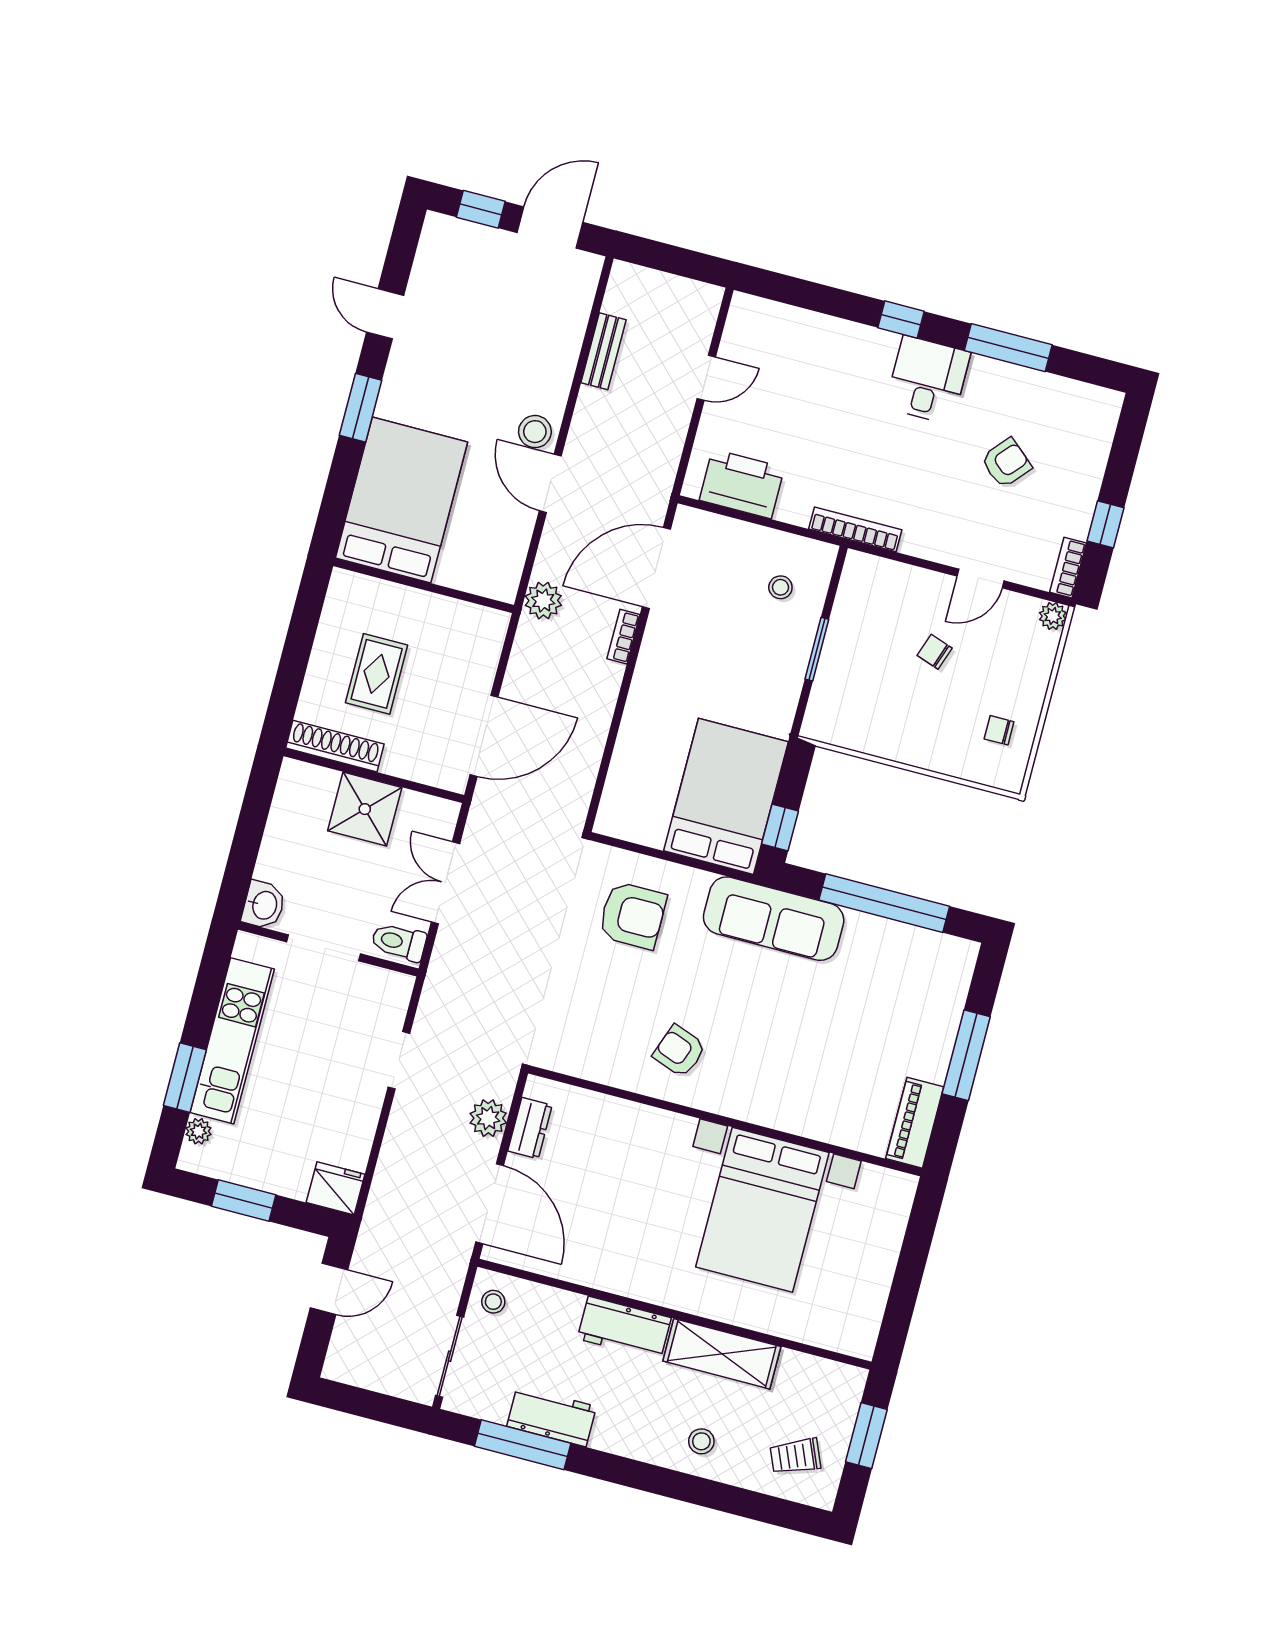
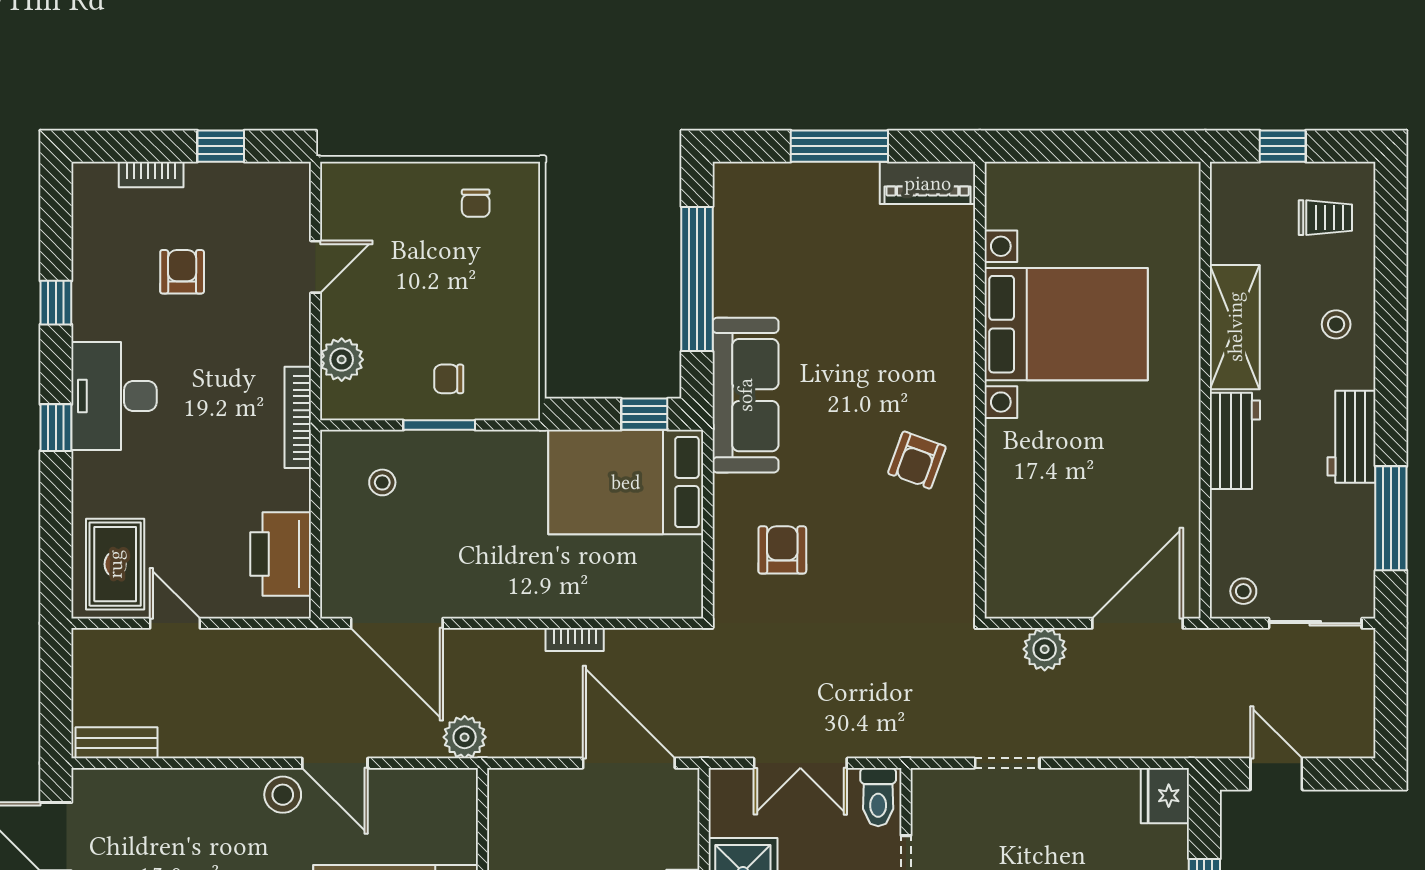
rug: (771, 340) -> (115, 564), added
window: (1008, 348) -> (56, 303), width x0.46
bench: (604, 351) -> (116, 743), moved
desk: (928, 380) -> (114, 396), width x1.37
armchair: (1006, 463) -> (182, 272), turned 49
door: (550, 483) -> (335, 763), hinge flipped
bookcase: (1068, 568) -> (151, 175), moved
door: (981, 578) -> (315, 267), hinge flipped
plant: (1053, 616) -> (342, 360), moved, width x1.38, depth x1.38
bookcase: (623, 637) -> (575, 640), moved
chair: (935, 652) -> (449, 379), moved, turned 71
armchair: (633, 915) -> (782, 550), width x0.72, depth x0.72
dresser: (530, 1128) -> (1044, 601), removed
workbench: (552, 1416) -> (1352, 437), moved
window: (866, 1436) -> (1283, 146), width x0.67
trolley: (795, 1456) -> (1325, 218), turned -67

